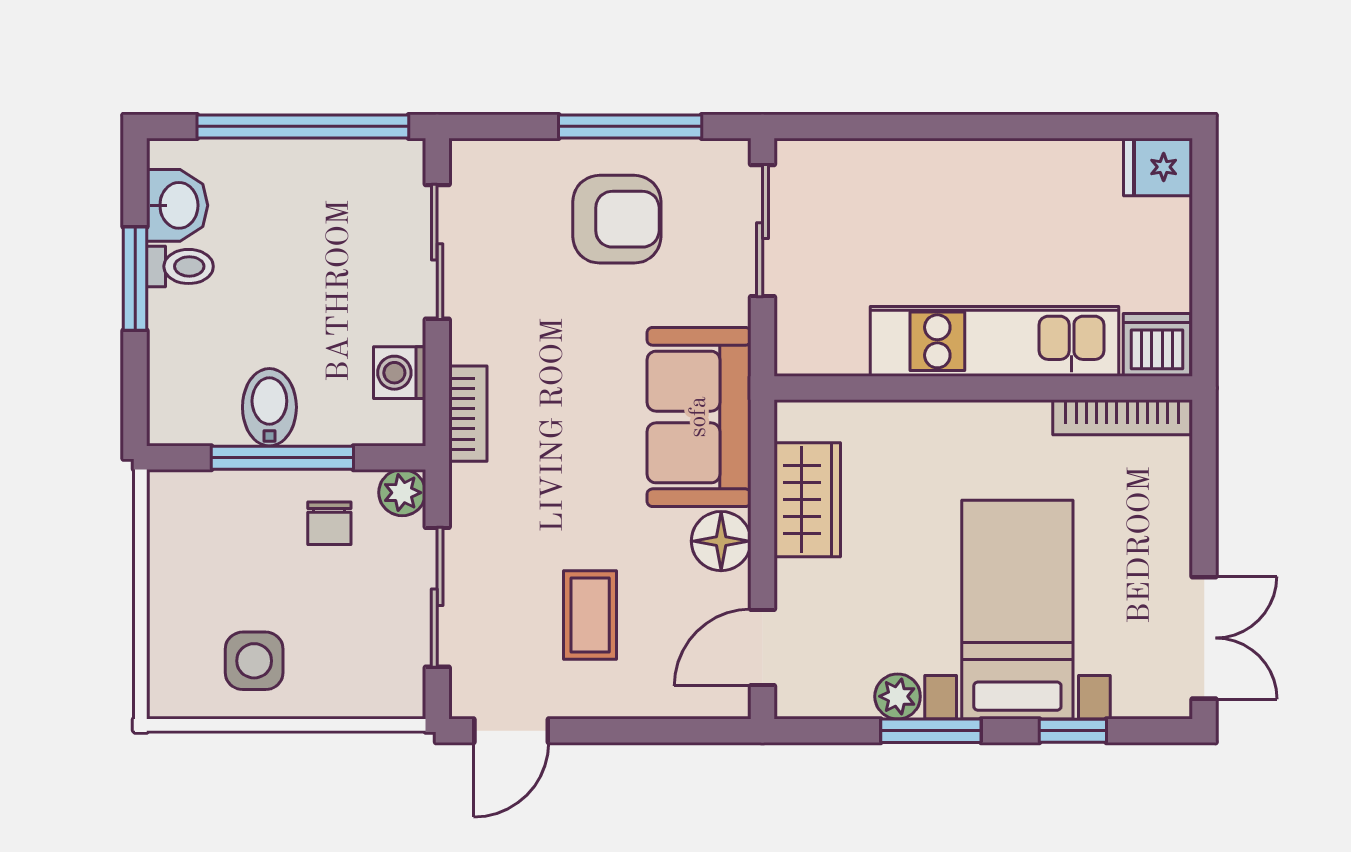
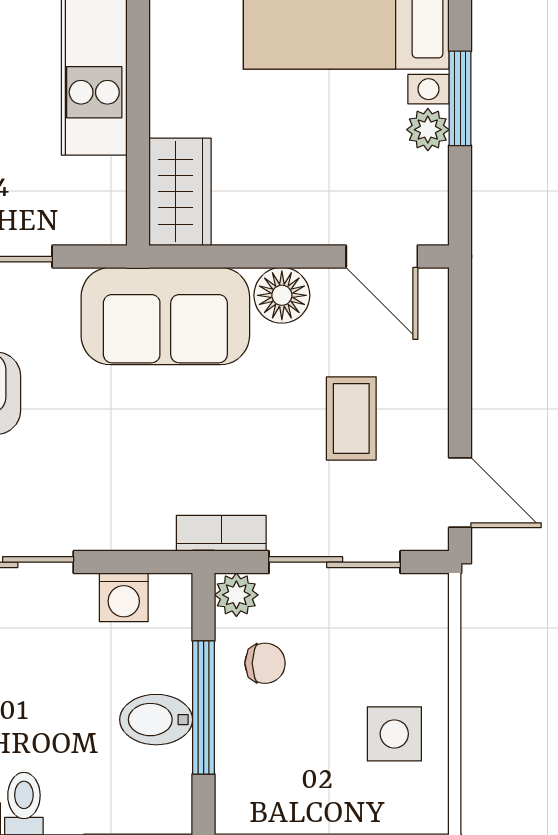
bookcase: (468, 414) -> (221, 533), moved
wardrobe: (807, 500) -> (180, 192), moved, turned 90
coffee table: (590, 615) -> (351, 418), turned 90

